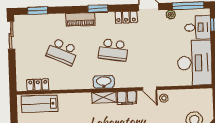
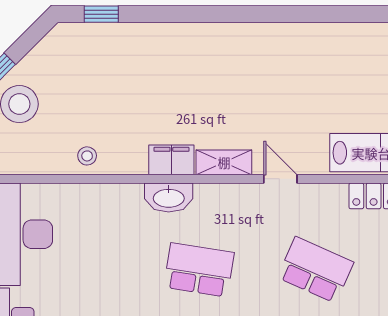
washbasin: (104, 82) -> (169, 197), moved
door: (150, 89) -> (280, 179), moved

